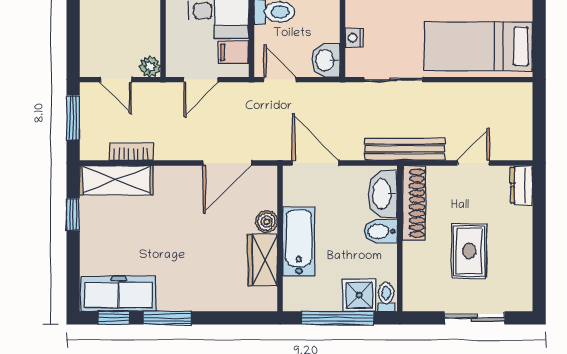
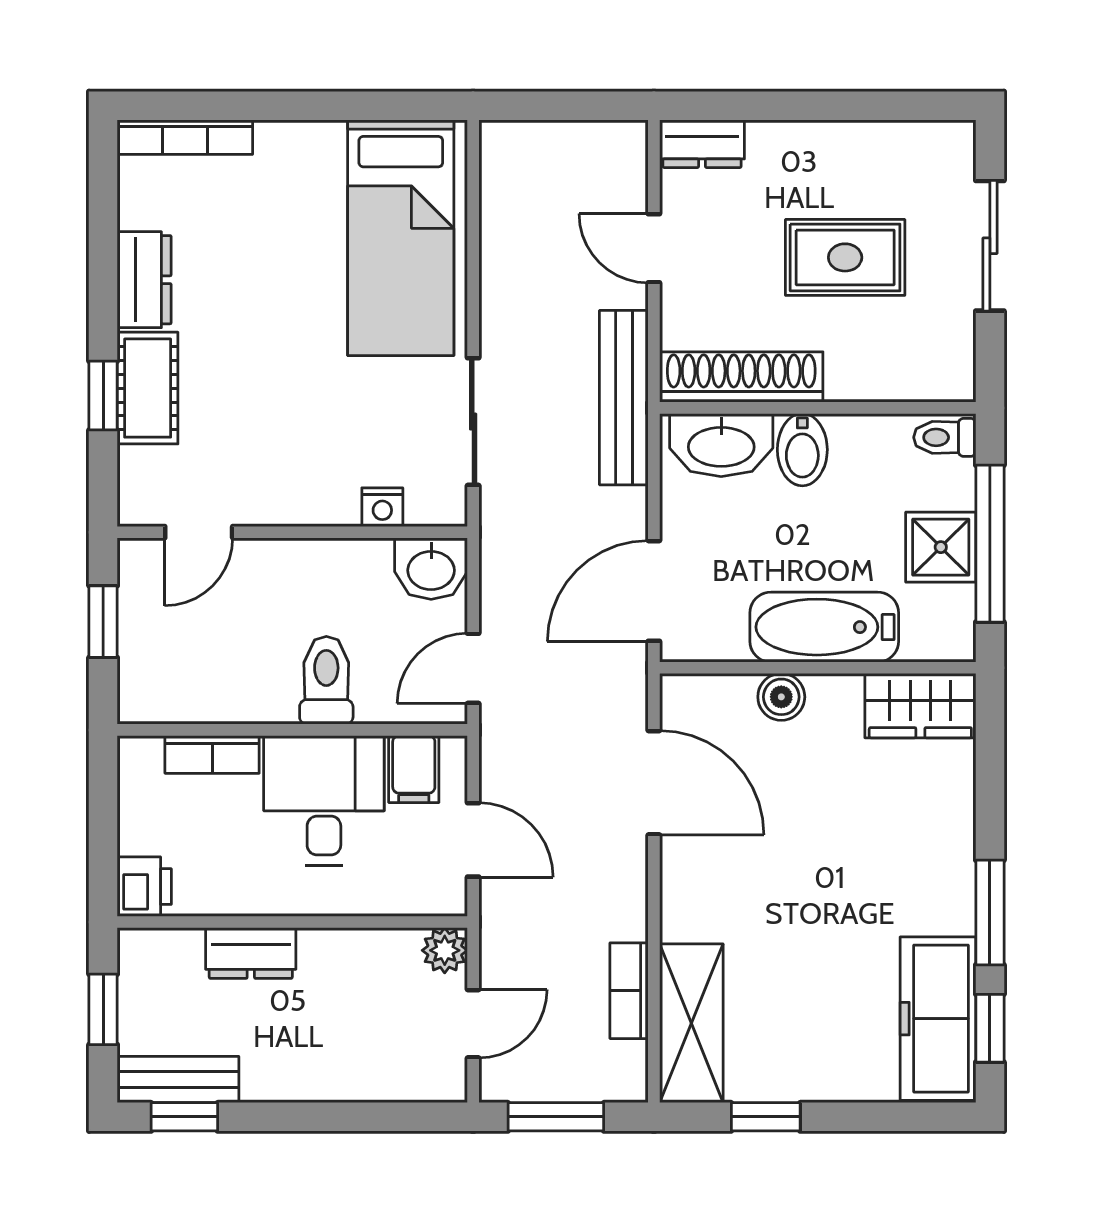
wardrobe: (263, 260) -> (920, 706), moved
shower: (359, 295) -> (941, 547), moved

